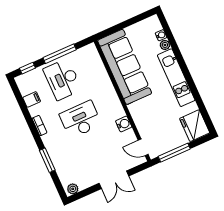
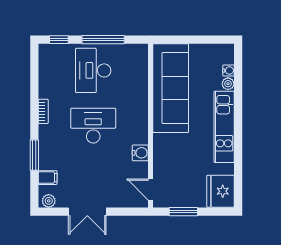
filing cabinet: (32, 99) -> (48, 178), moved
window: (174, 153) -> (183, 212), width x0.69
double door: (114, 180) -> (87, 212), moved

